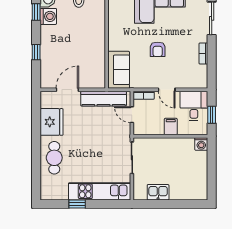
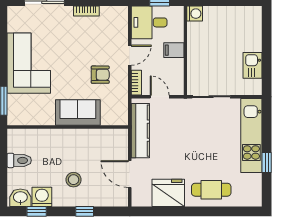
stool: (63, 43) -> (74, 180), added
armchair: (158, 49) -> (100, 75), moved
sofa: (119, 70) -> (78, 112), moved
door: (132, 115) -> (160, 97), swing flipped

